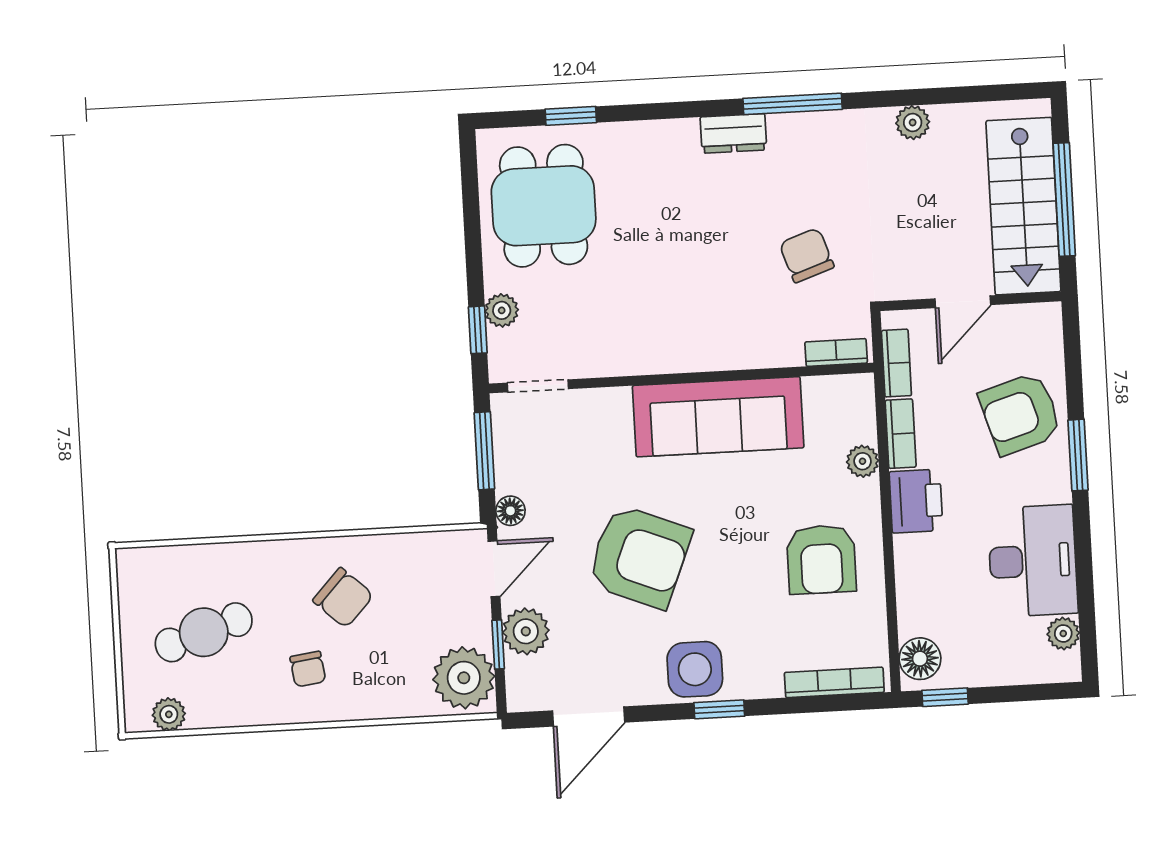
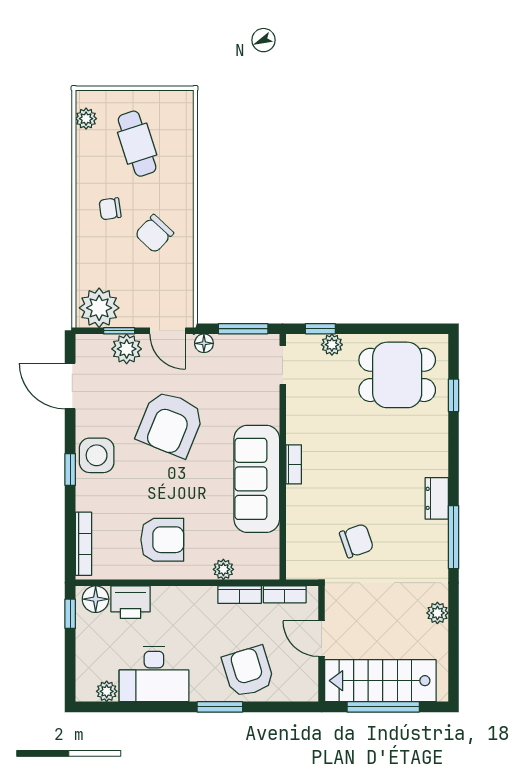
bookcase: (836, 352) -> (294, 464), moved
printer: (916, 501) -> (131, 602), moved
armchair: (821, 559) -> (162, 540), turned 180

